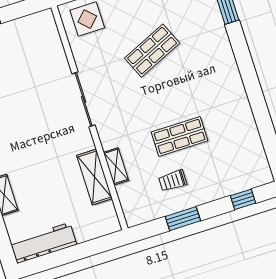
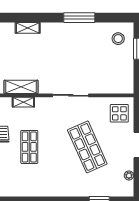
shop shelf: (152, 51) -> (87, 147), width x1.43, depth x1.36

